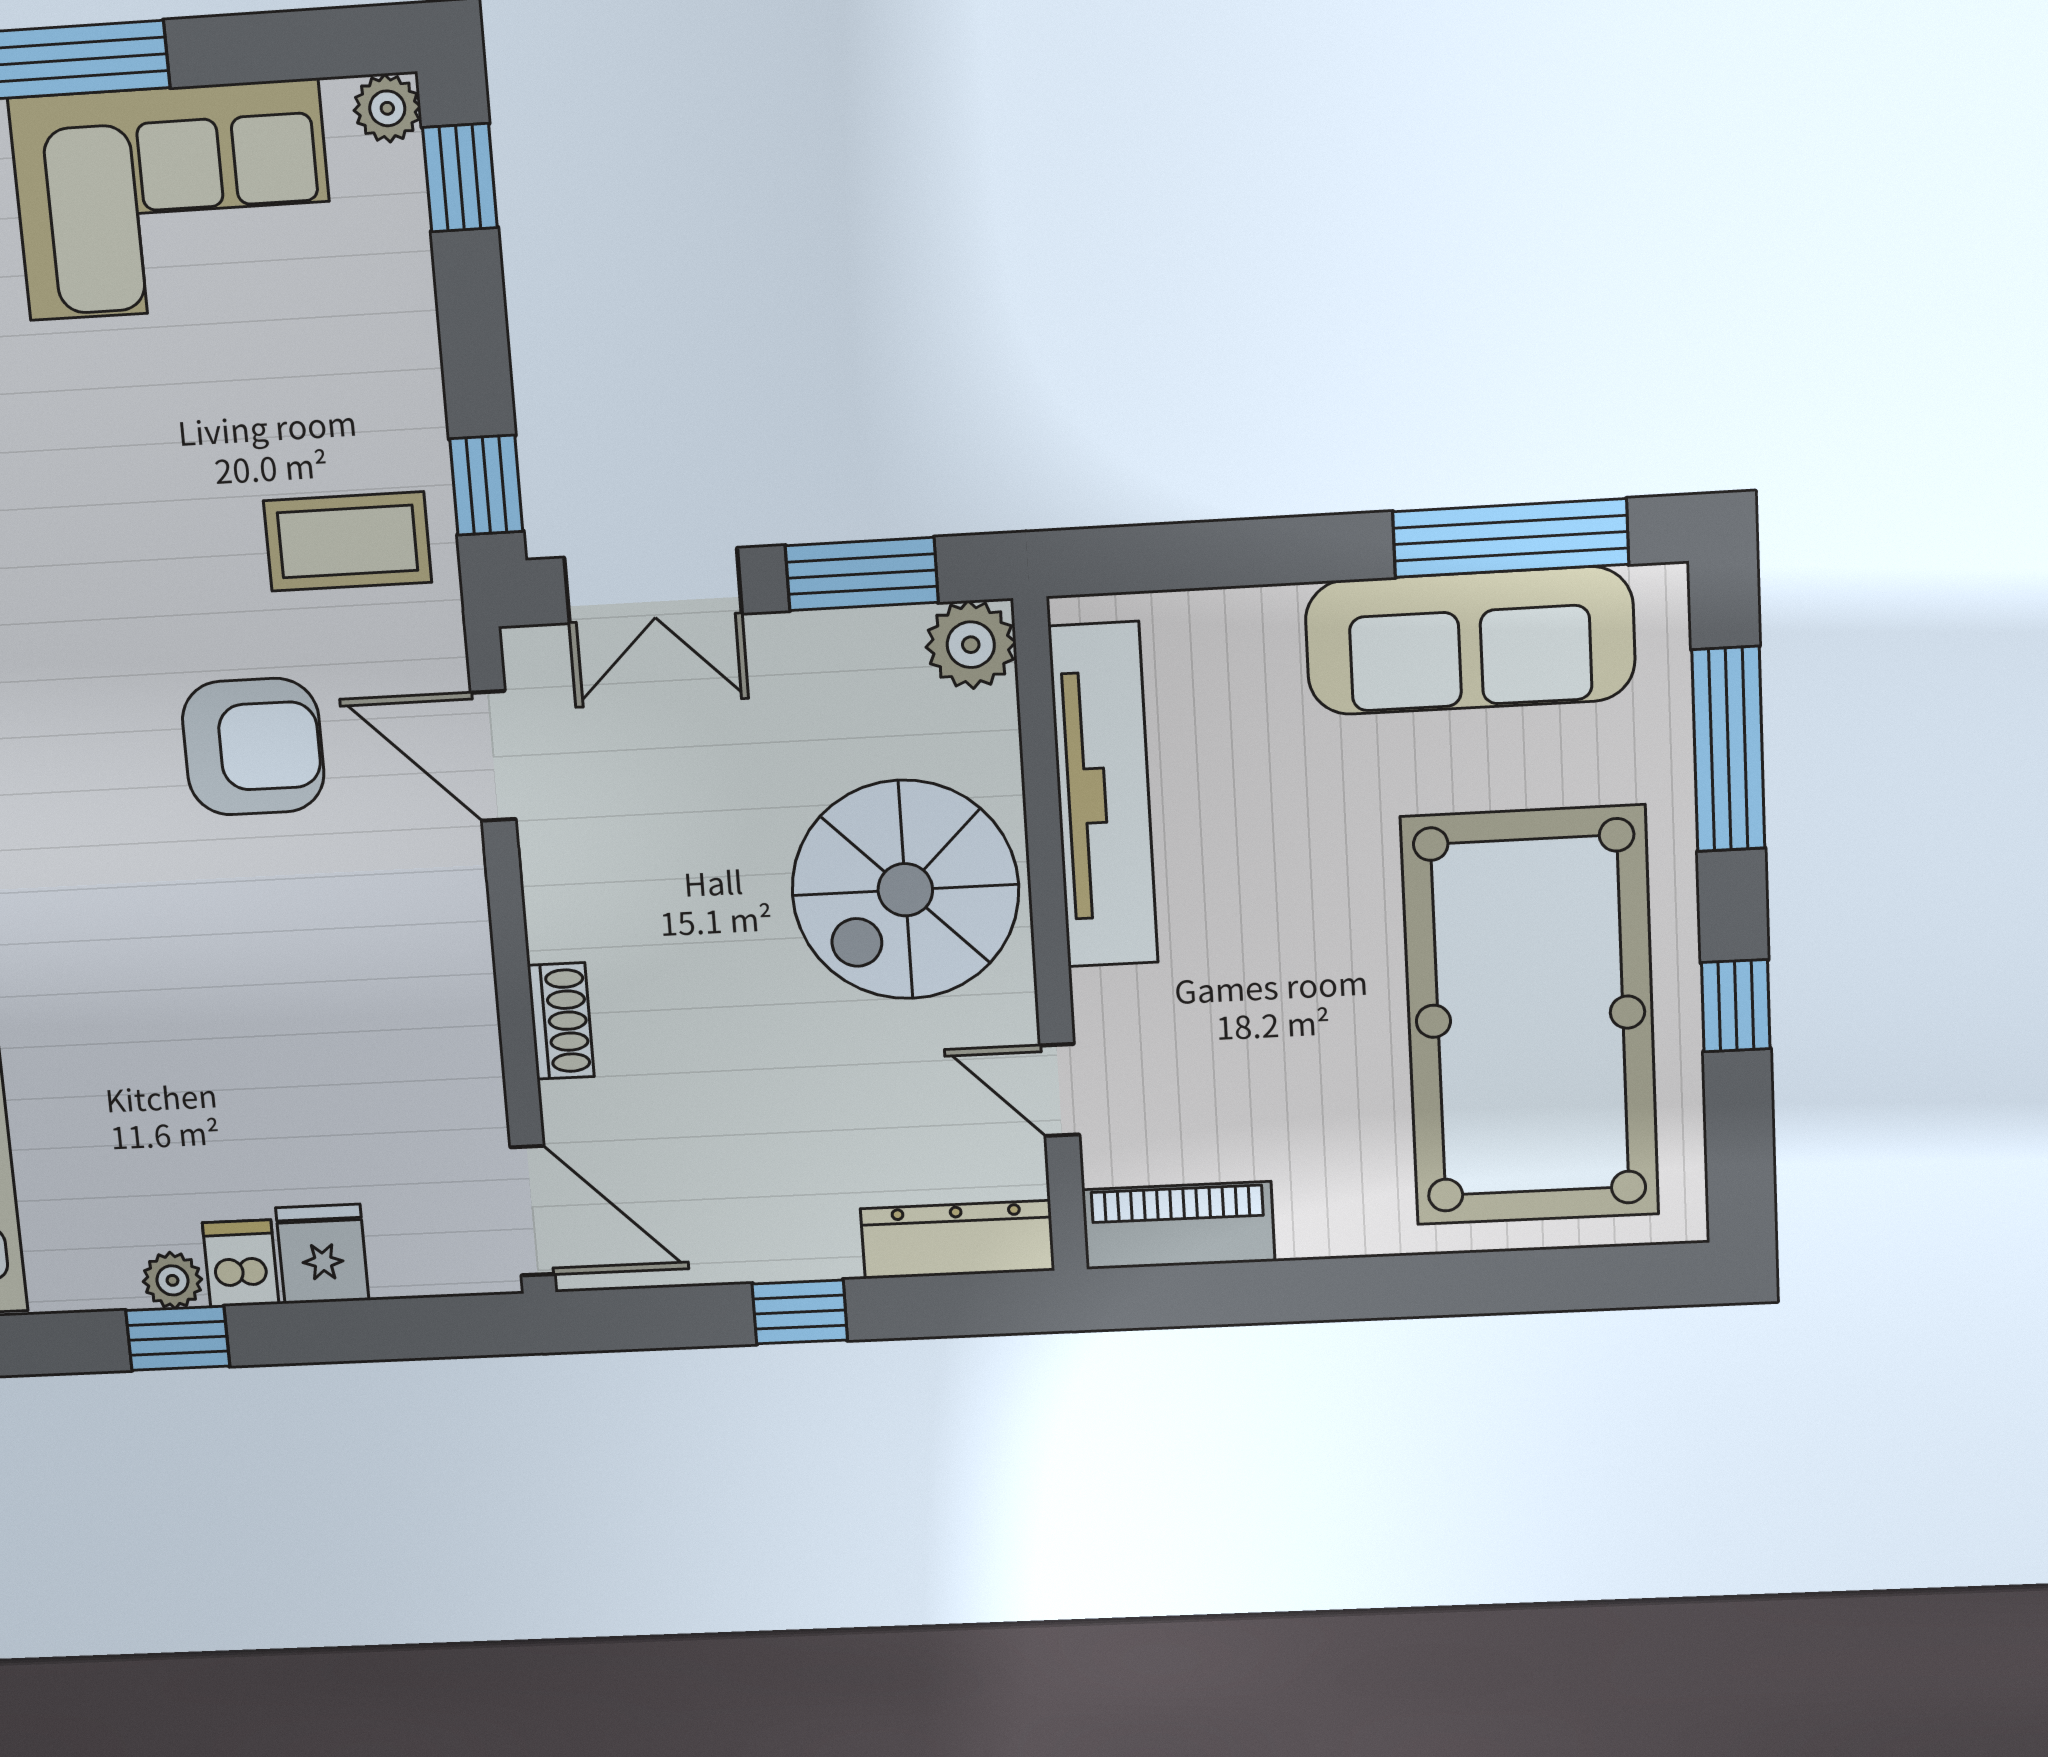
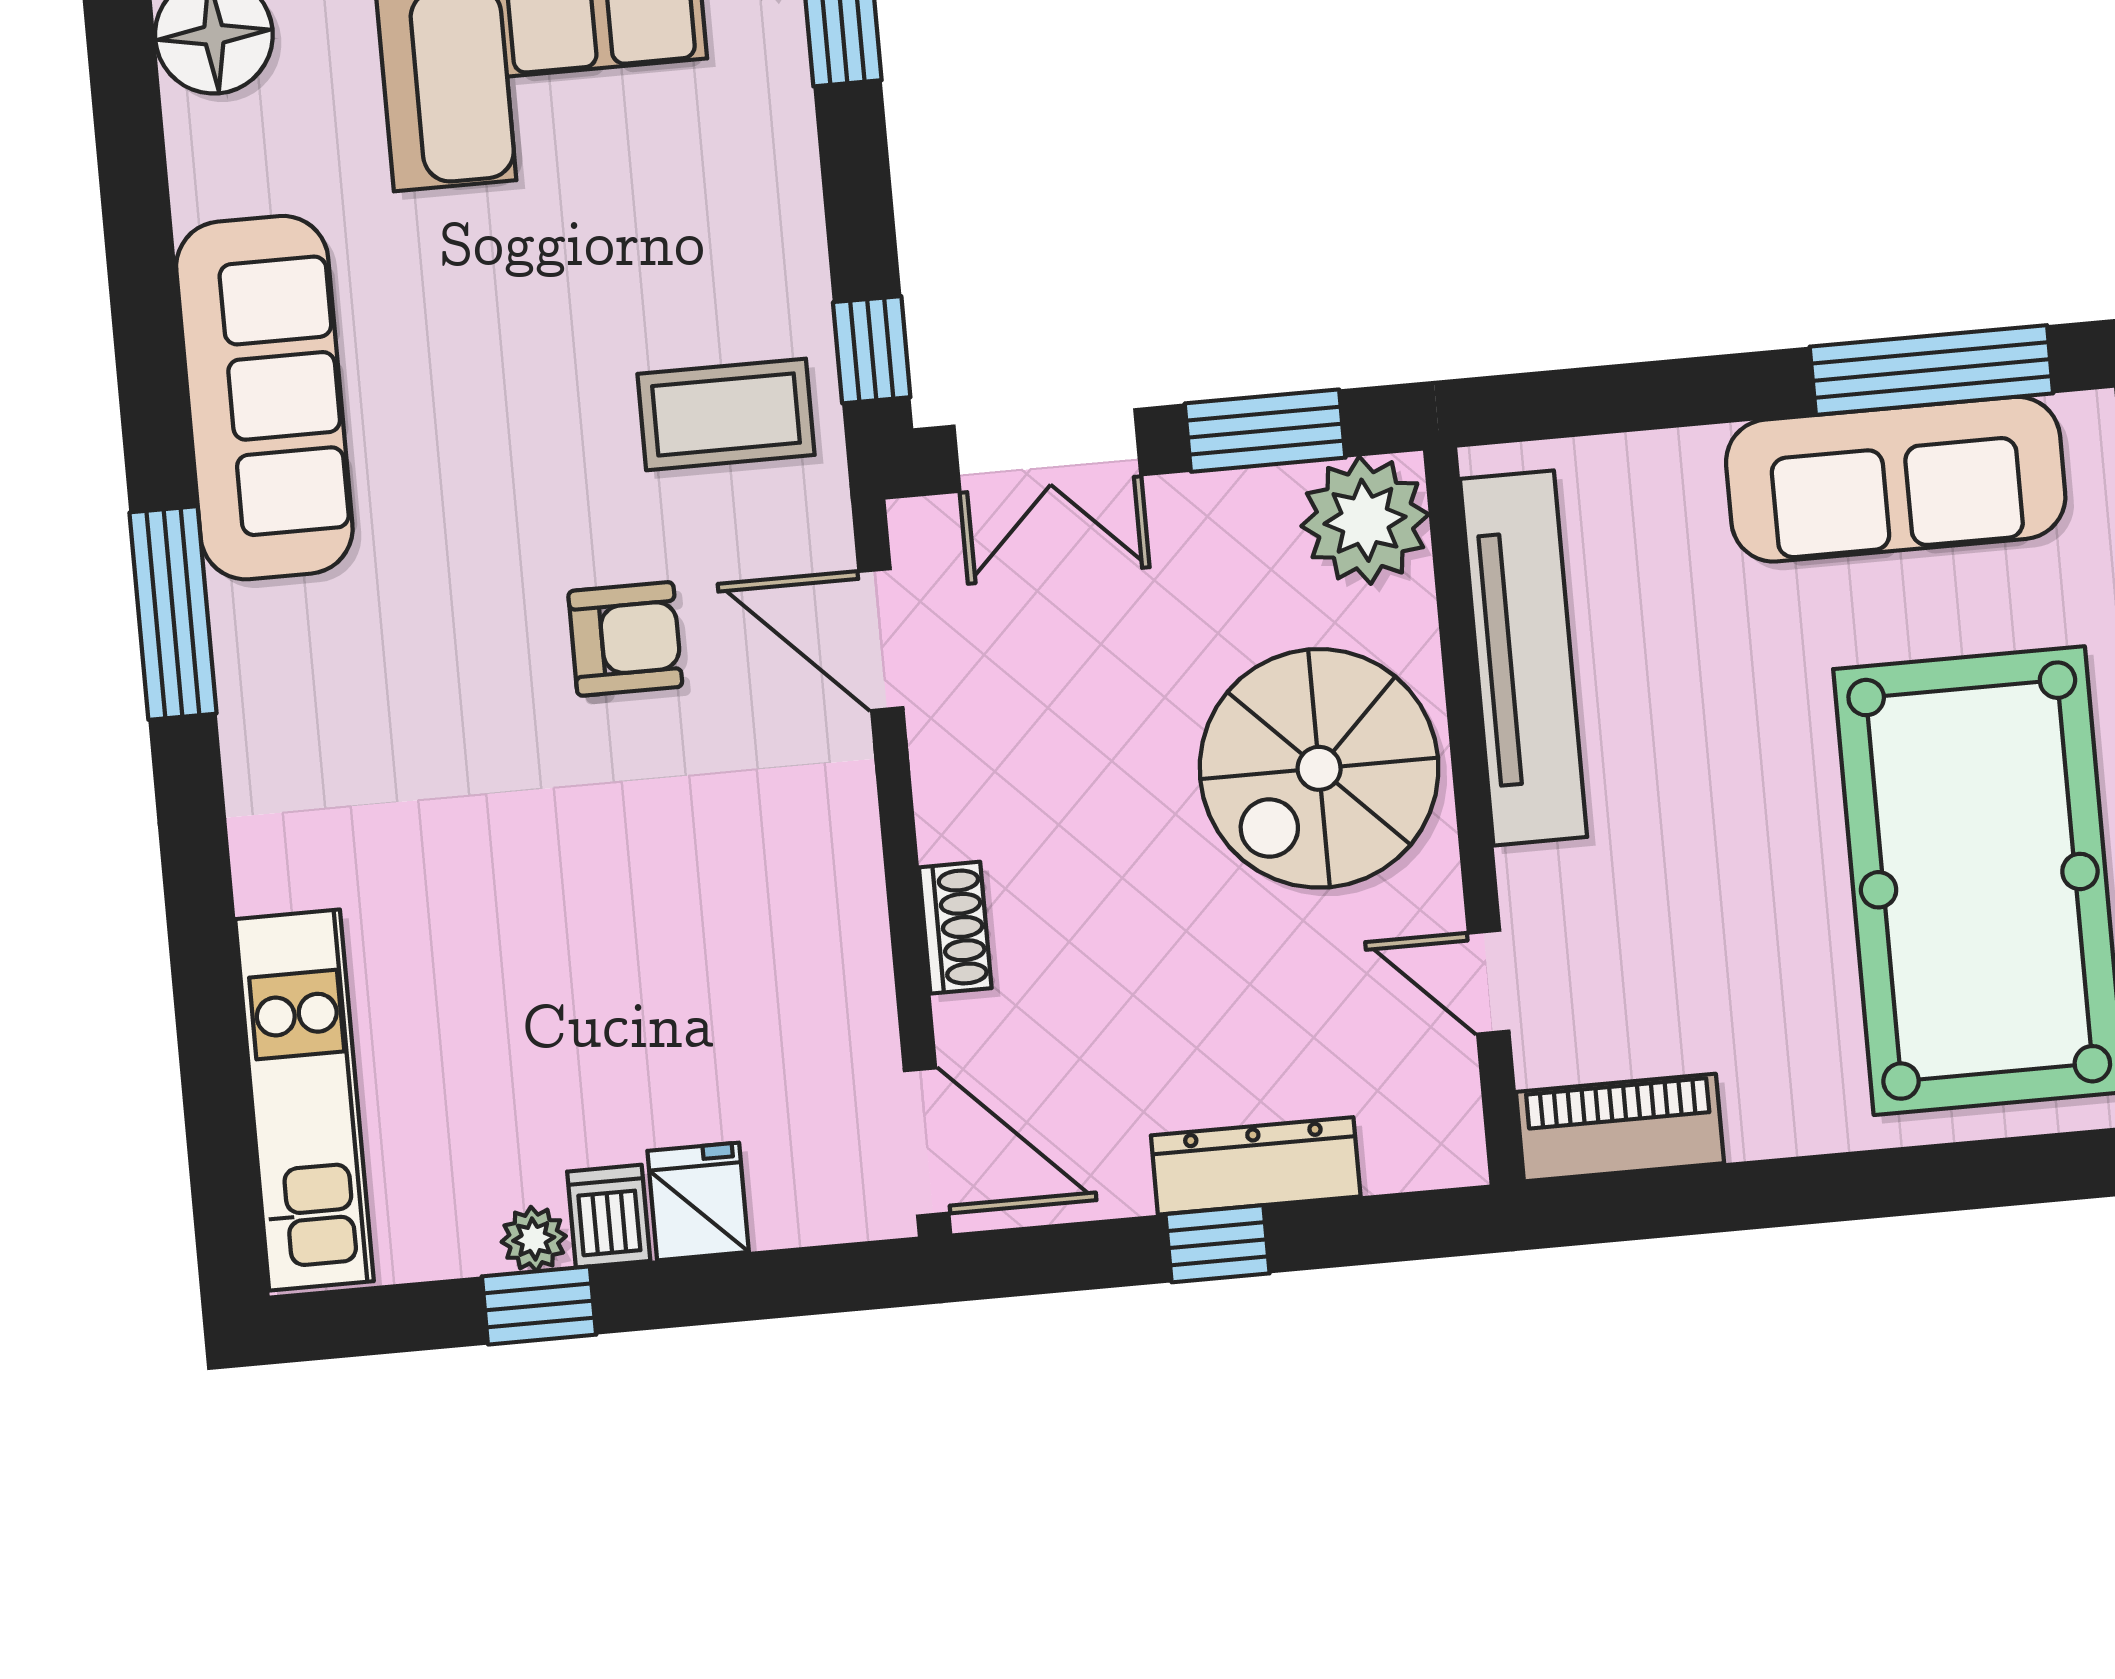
plant: (971, 645) -> (1365, 520), width x1.36, depth x1.36
armchair: (253, 747) -> (625, 639), width x0.72, depth x0.72
dresser: (957, 1240) -> (1256, 1166), moved

